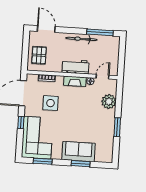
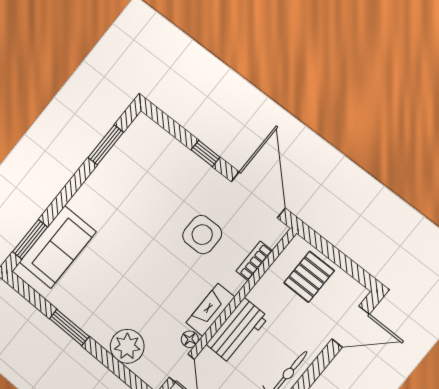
pallet: (39, 55) -> (309, 277), turned 90
corner sofa: (37, 138) -> (156, 165), removed
sofa: (79, 152) -> (58, 247), moved
window: (81, 164) -> (30, 239), moved

